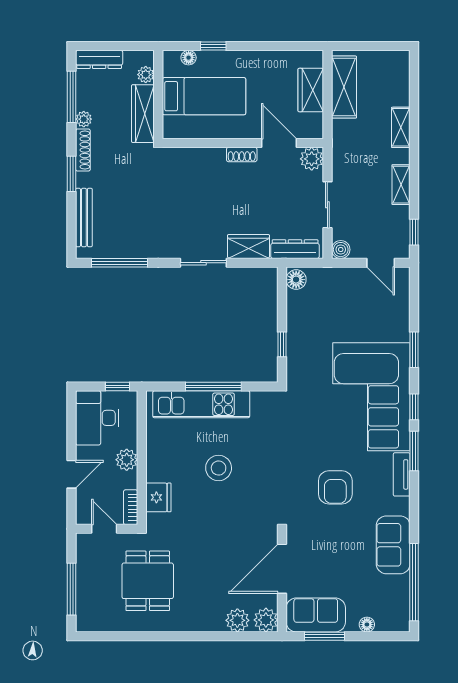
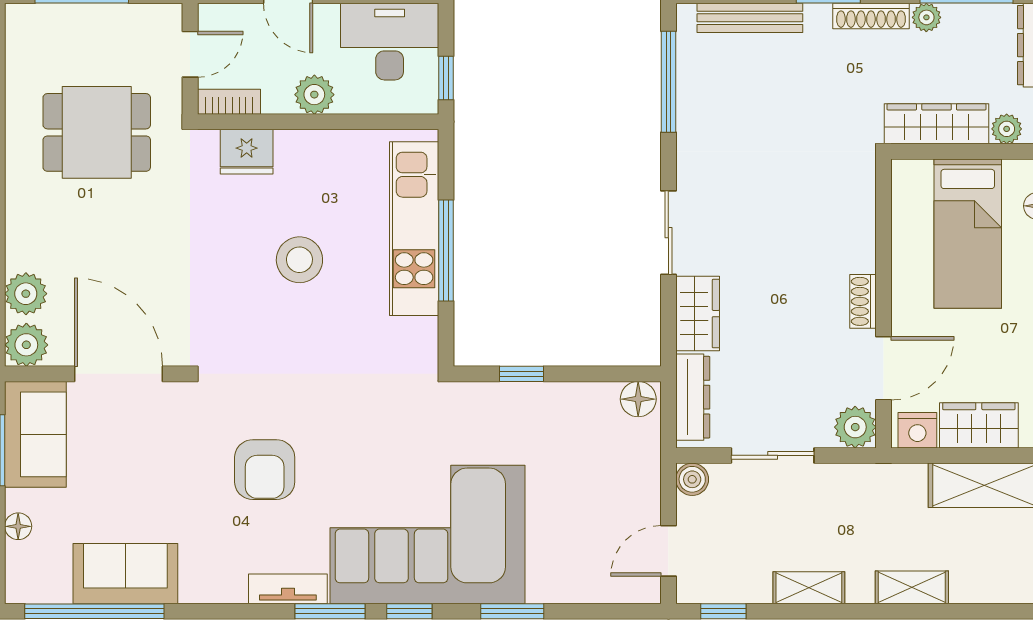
nightstand: (313, 124) -> (917, 430), added
armchair: (335, 487) -> (265, 470), turned -90
sofa: (393, 545) -> (125, 574), moved

